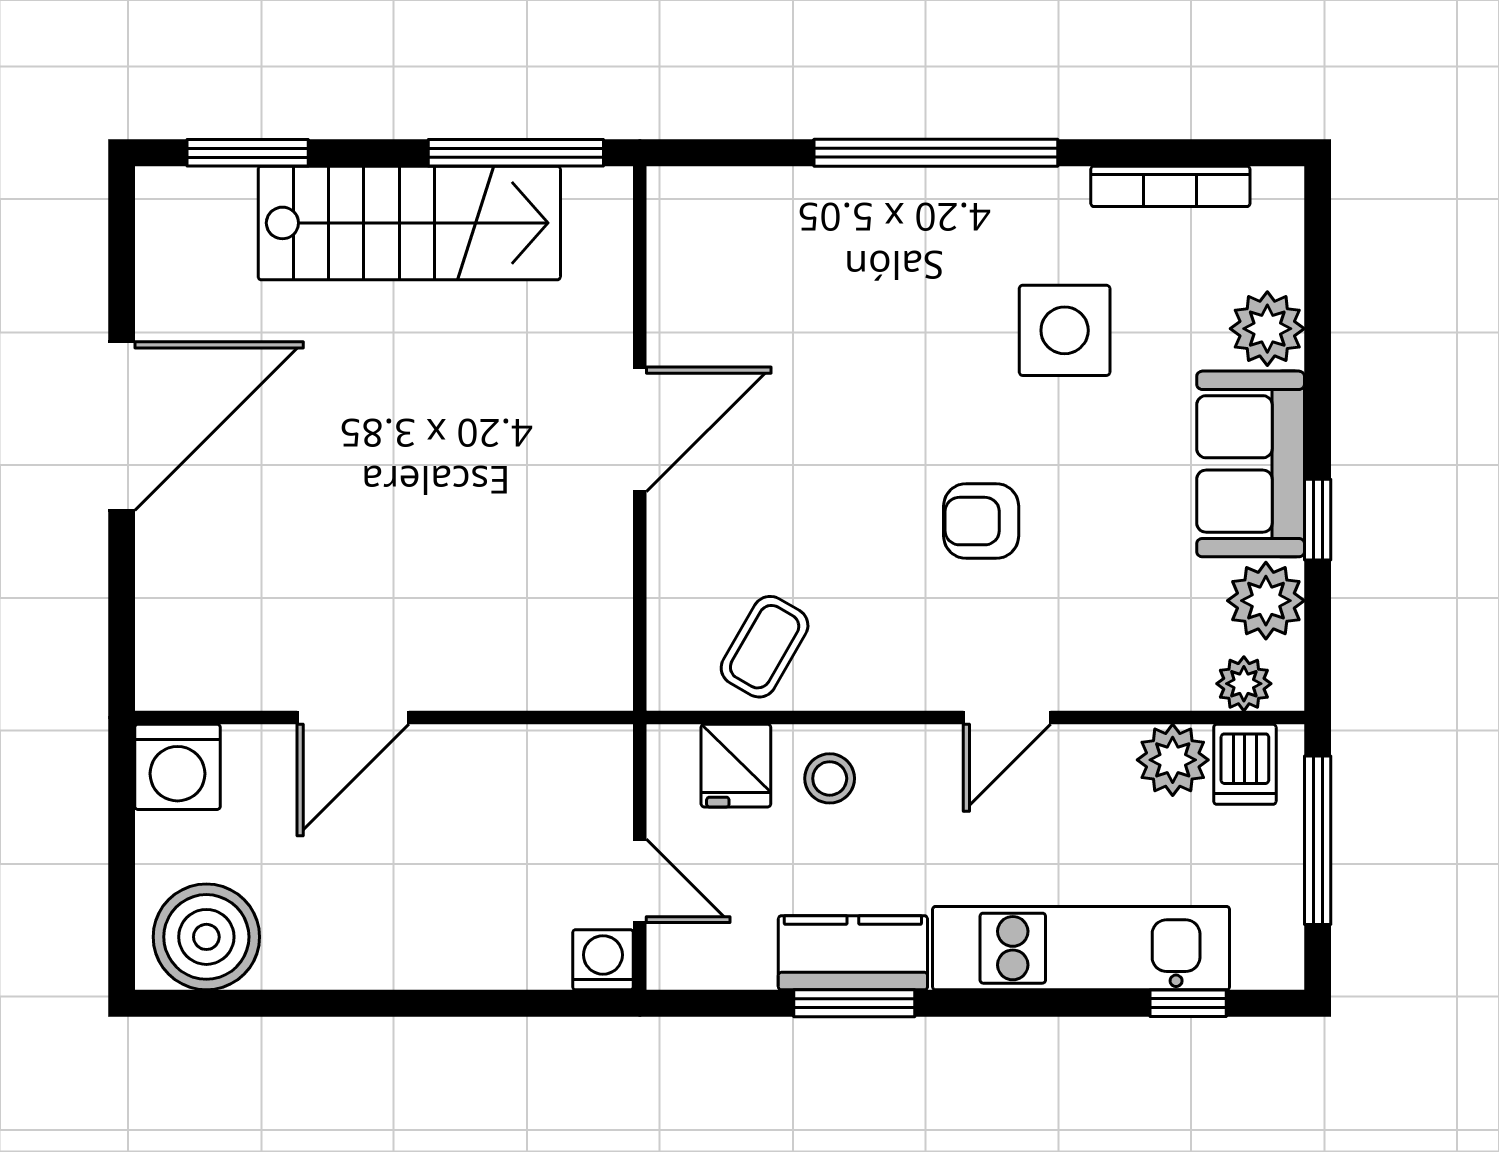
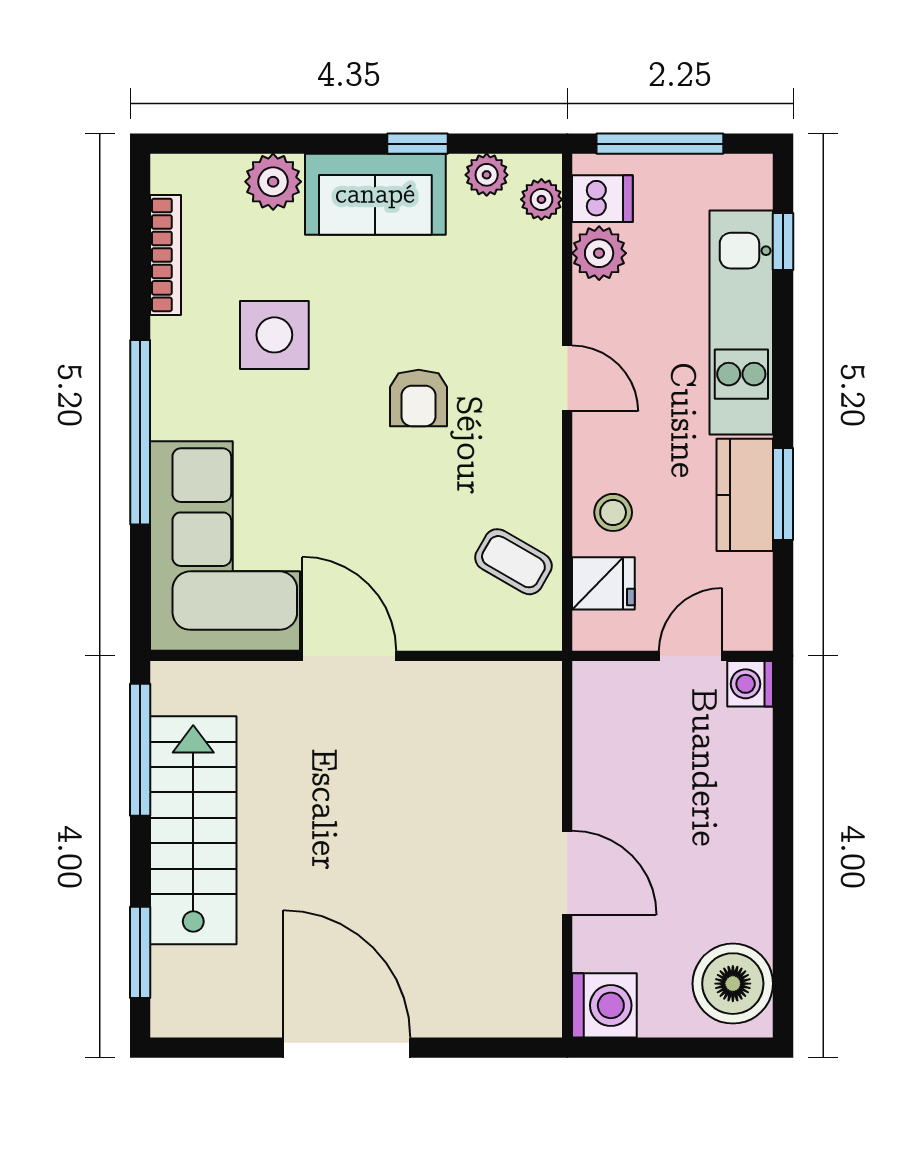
corner sofa: (785, 265) -> (225, 546), added
plant: (1266, 601) -> (487, 175), width x0.73, depth x0.73

